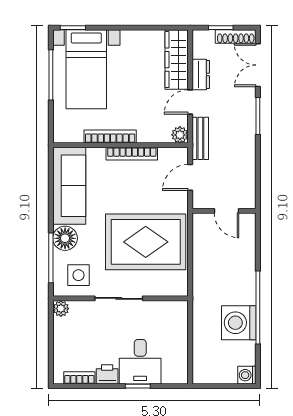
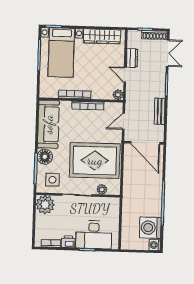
wardrobe: (177, 60) -> (102, 36), moved, turned -90
double door: (258, 65) -> (168, 53), swing flipped
door: (190, 102) -> (125, 75), hinge flipped
bench: (200, 138) -> (160, 111), moved
door: (227, 211) -> (145, 143), width x1.88
plant: (159, 288) -> (102, 189), added
plant: (61, 309) -> (45, 205), width x1.88, depth x1.88
washing machine: (239, 323) -> (150, 228), moved
desk: (140, 362) -> (94, 235), width x1.37

